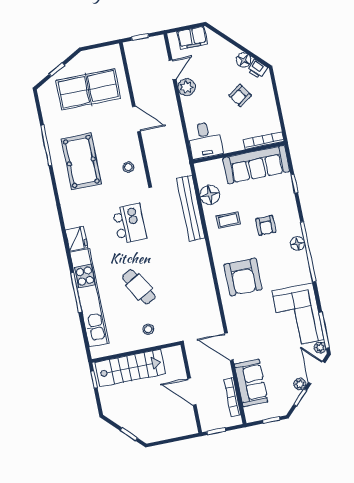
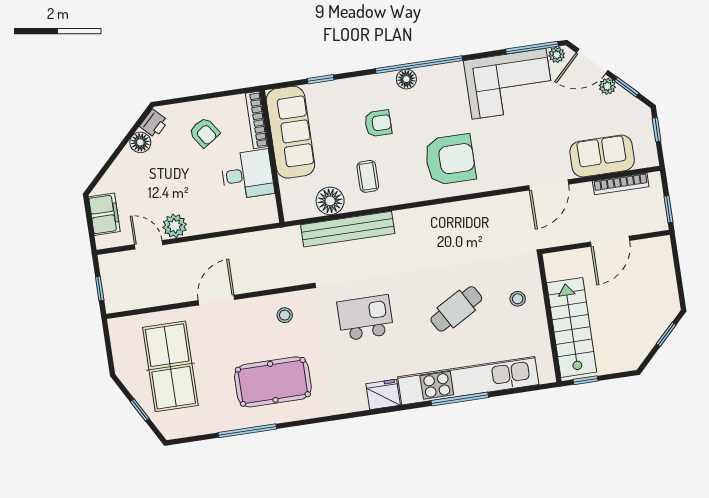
armchair: (240, 95) -> (204, 132), moved
desk: (205, 140) -> (247, 175), moved

